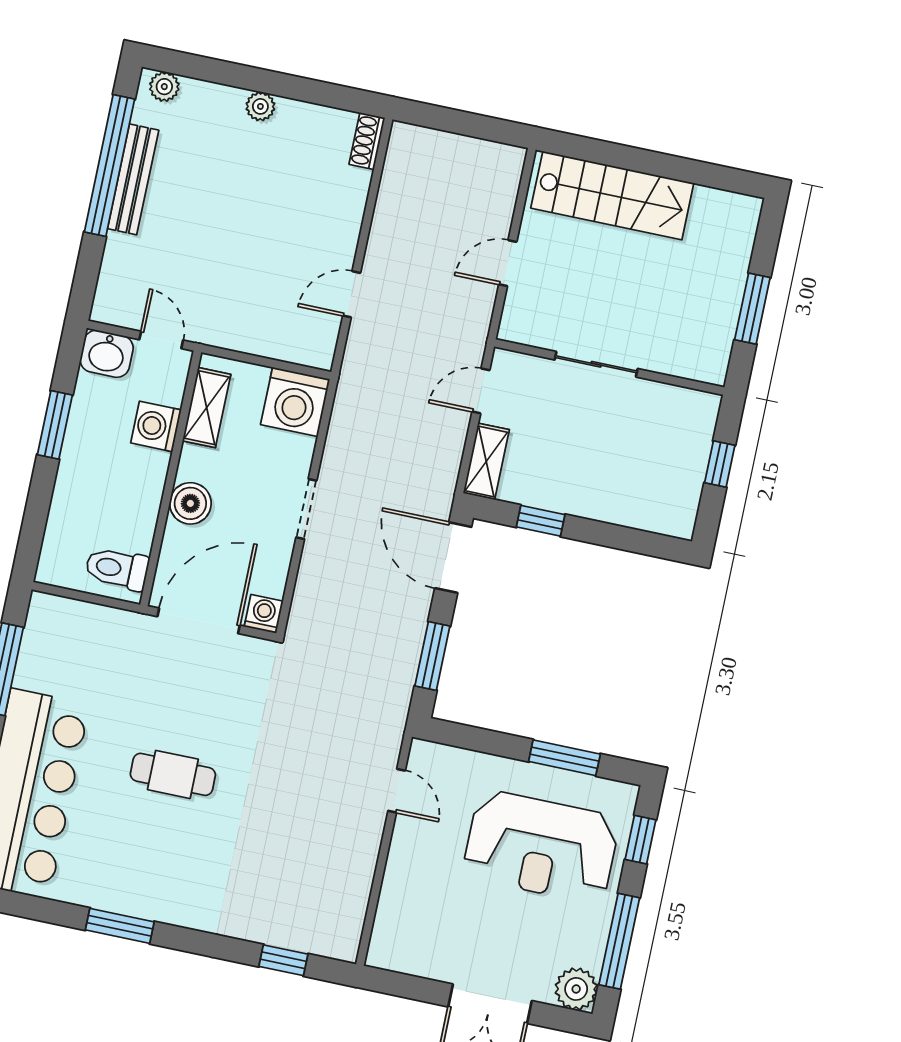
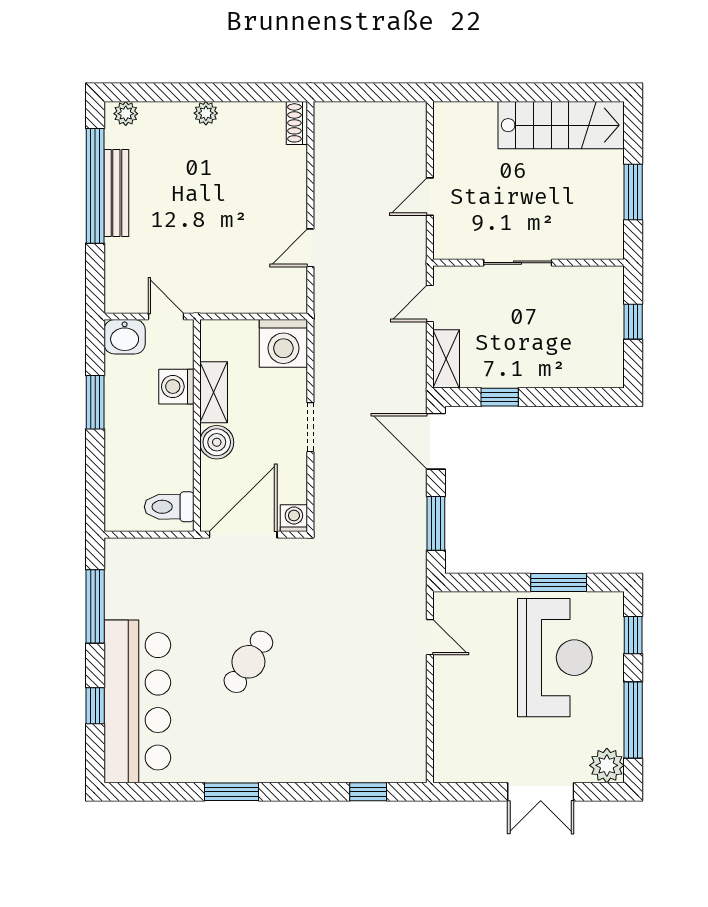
stairs: (612, 196) -> (561, 125), moved
shelving: (207, 408) -> (214, 392), moved
cafe table: (173, 774) -> (248, 662), turned -57
reception desk: (541, 847) -> (555, 658), turned -90

